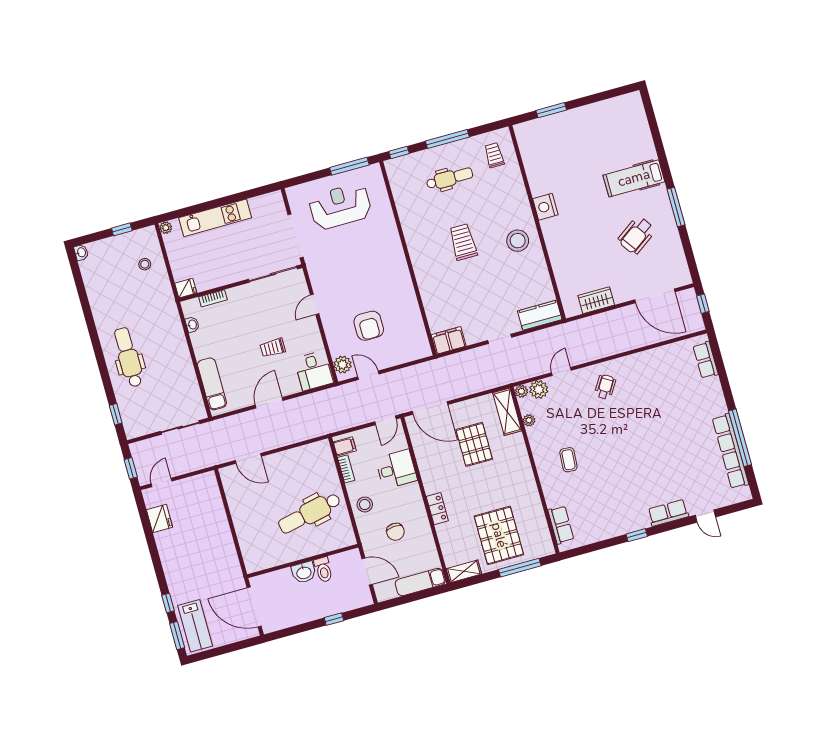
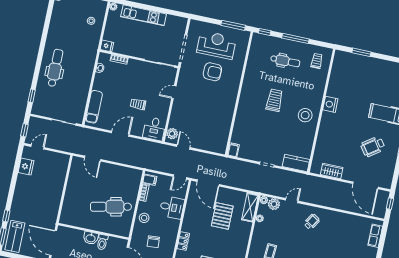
armchair: (369, 326) -> (212, 72), moved, turned -89
filing cabinet: (449, 340) -> (233, 150), width x0.50

